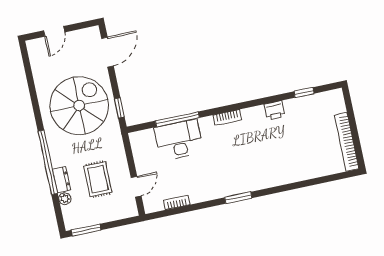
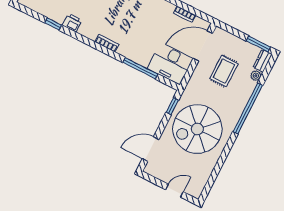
window: (304, 92) -> (53, 24), moved
desk: (179, 140) -> (170, 64), moved
dresser: (62, 180) -> (263, 61), moved
door: (136, 187) -> (203, 46), width x1.87

